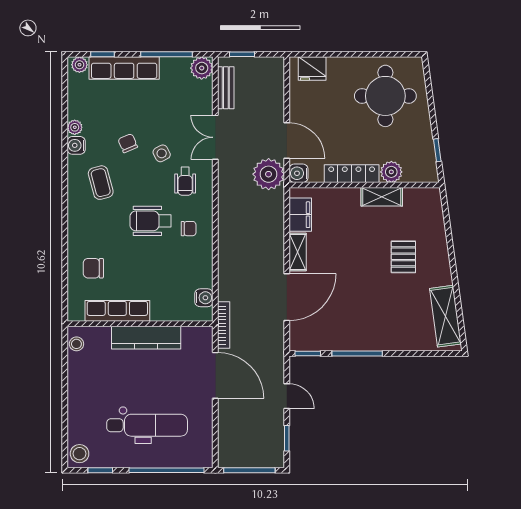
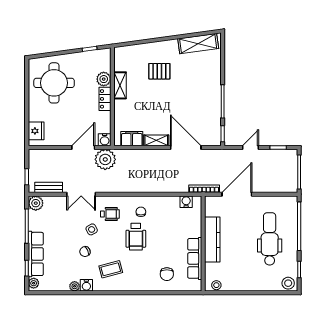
locker: (352, 174) -> (105, 99), width x0.66

